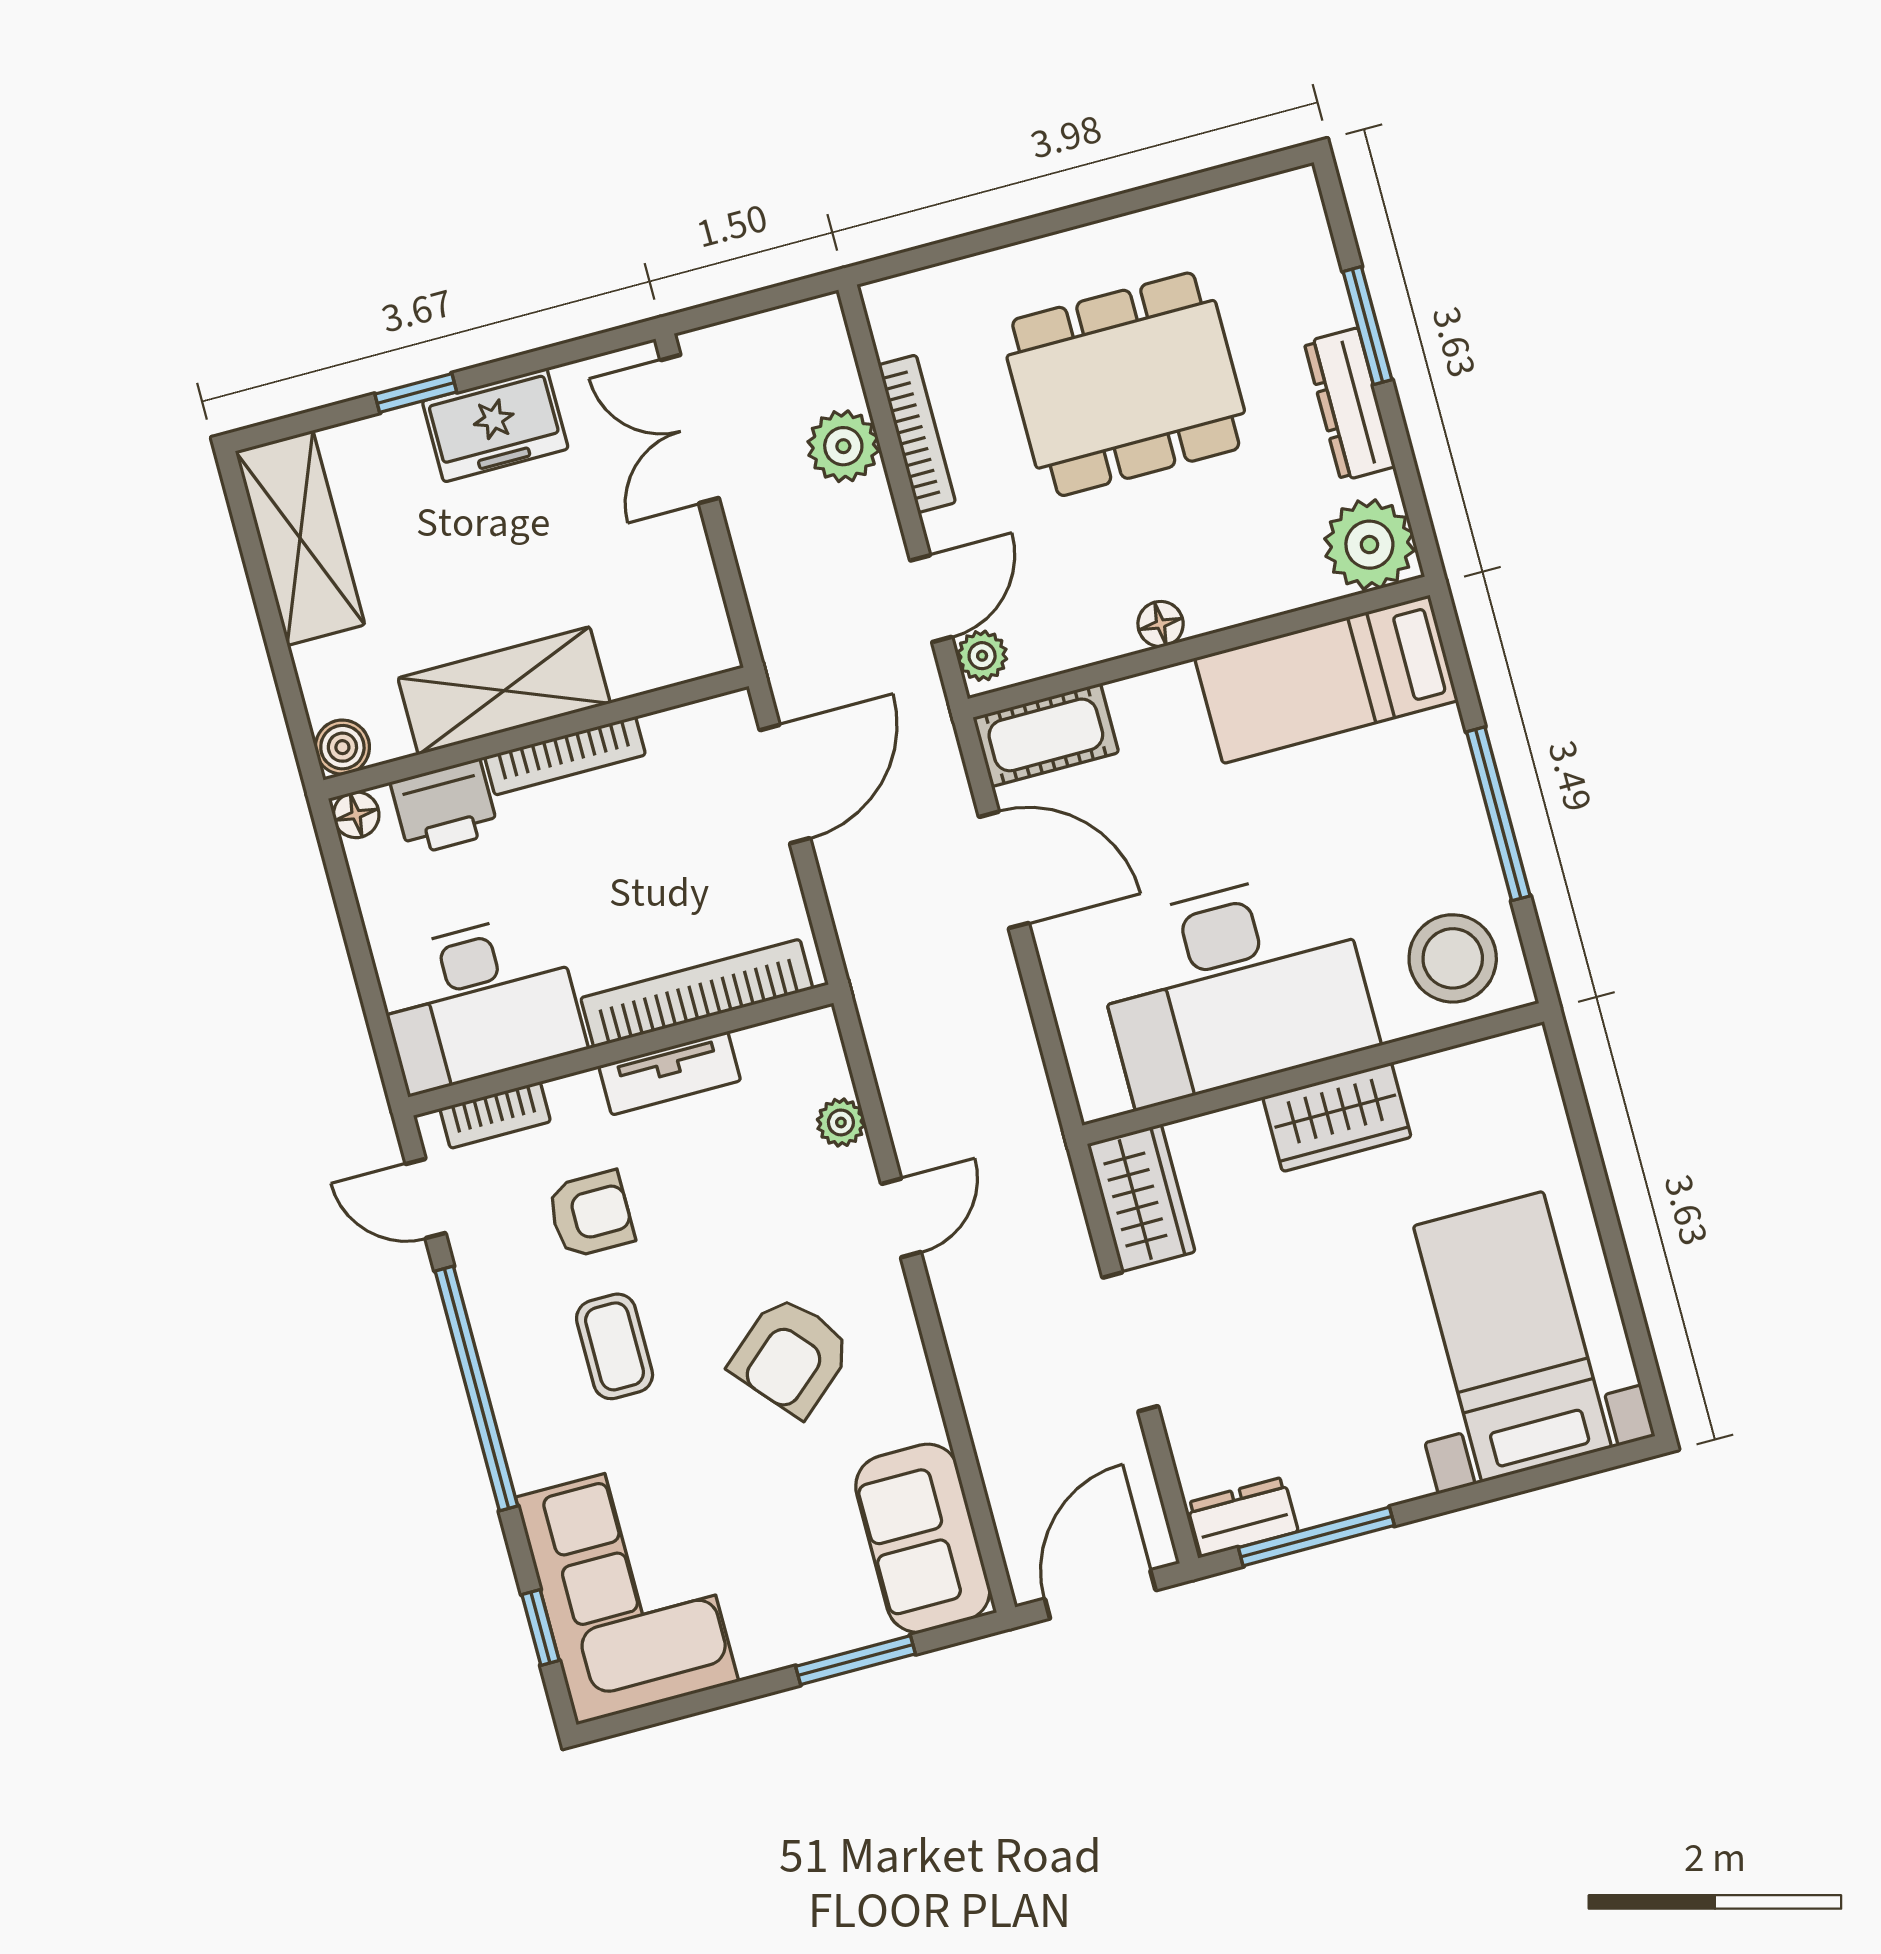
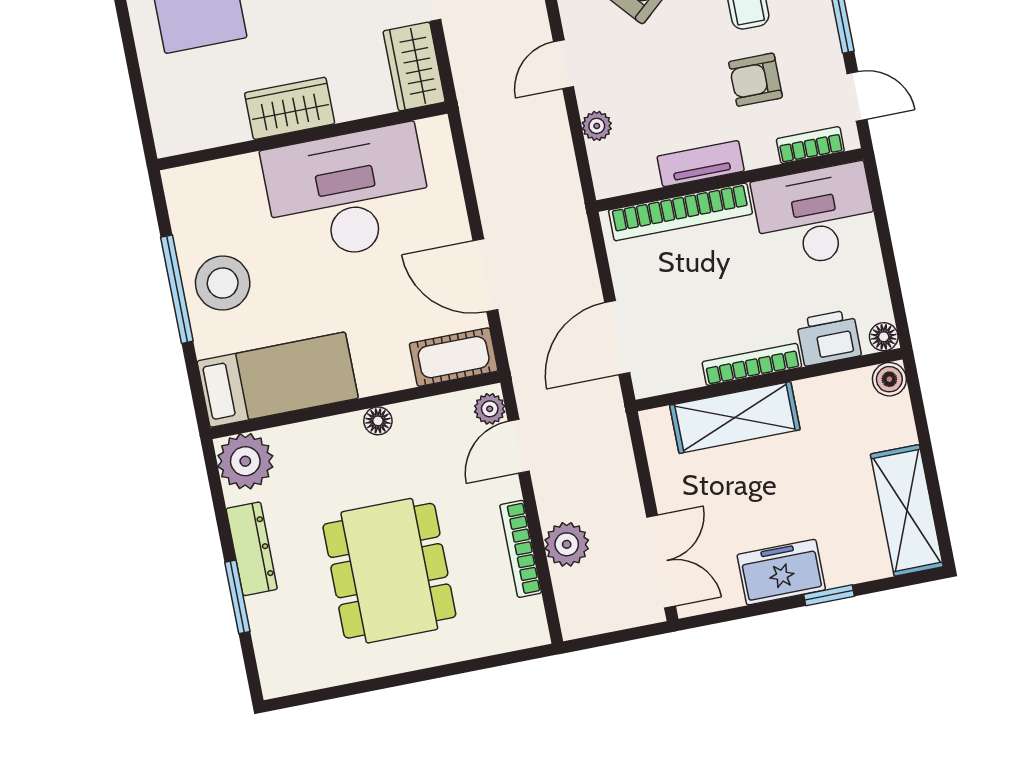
dining table: (1126, 384) -> (389, 571), turned 90
shelving: (504, 691) -> (735, 418), moved
stool: (1453, 958) -> (223, 283), moved

